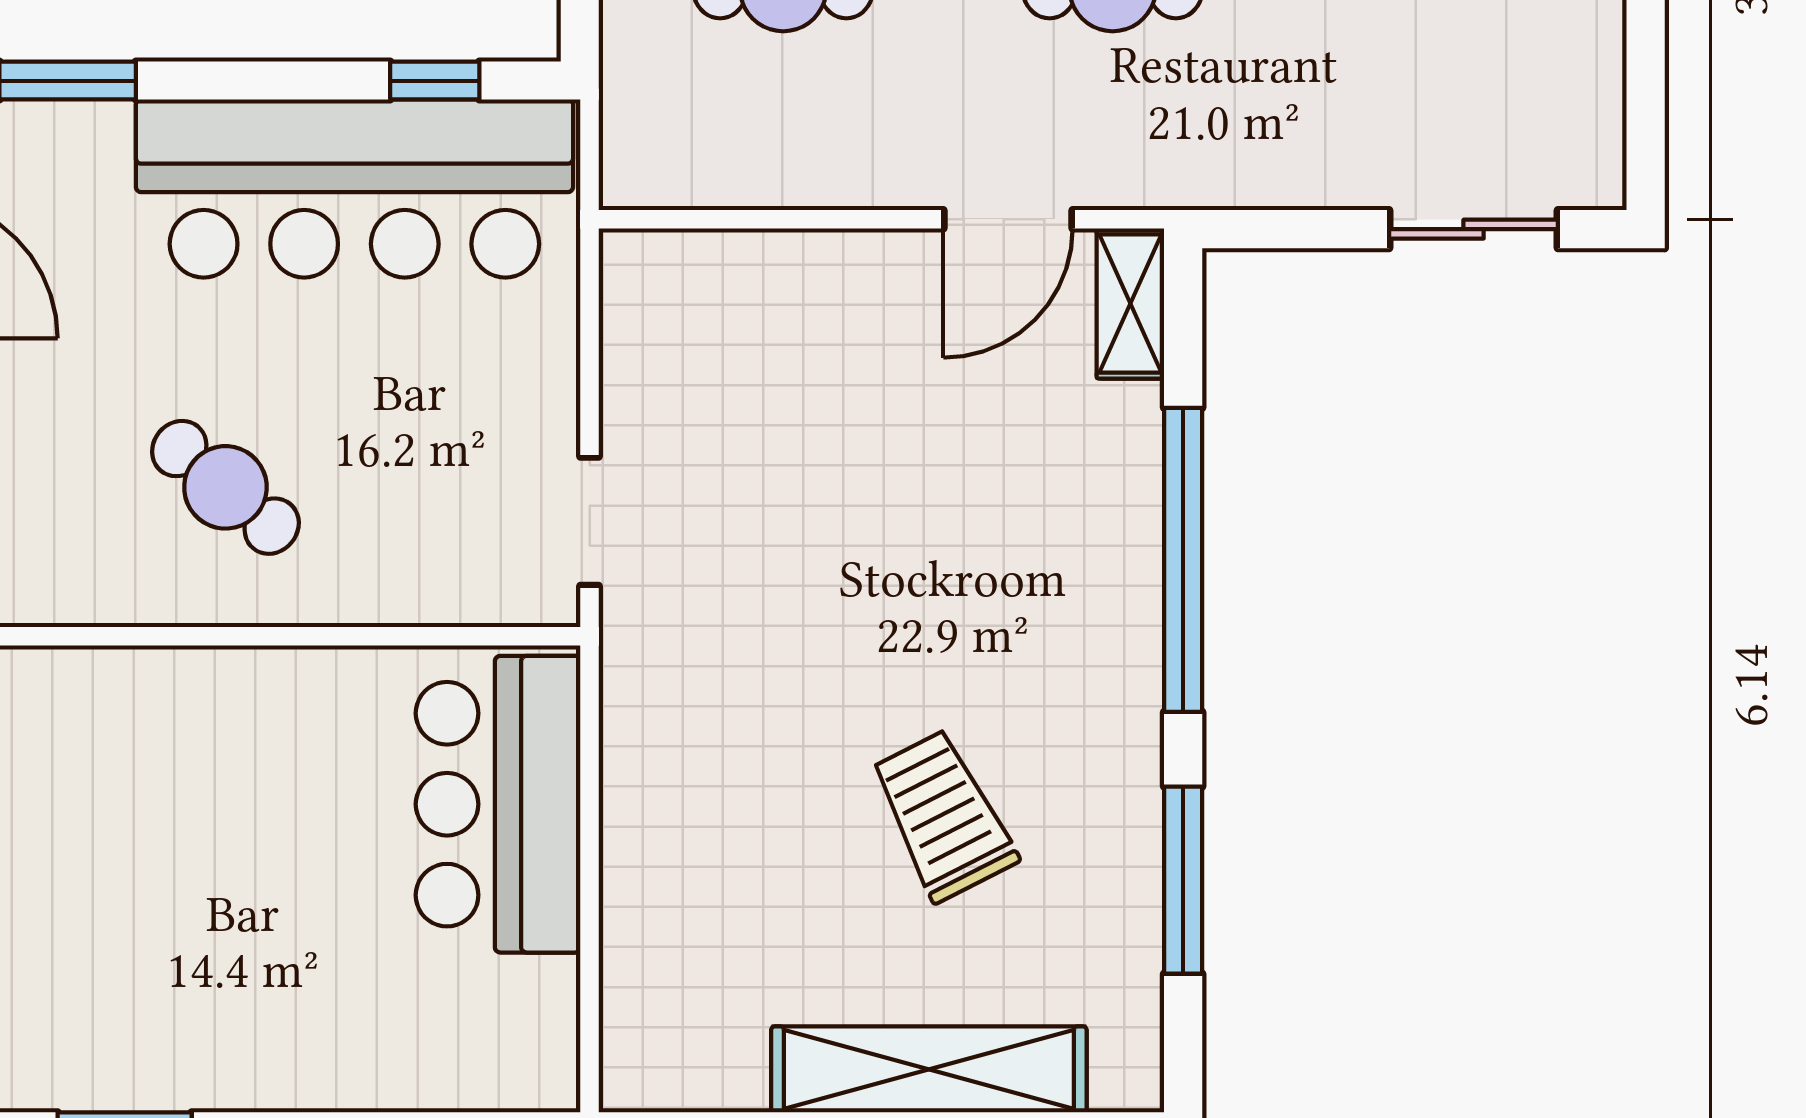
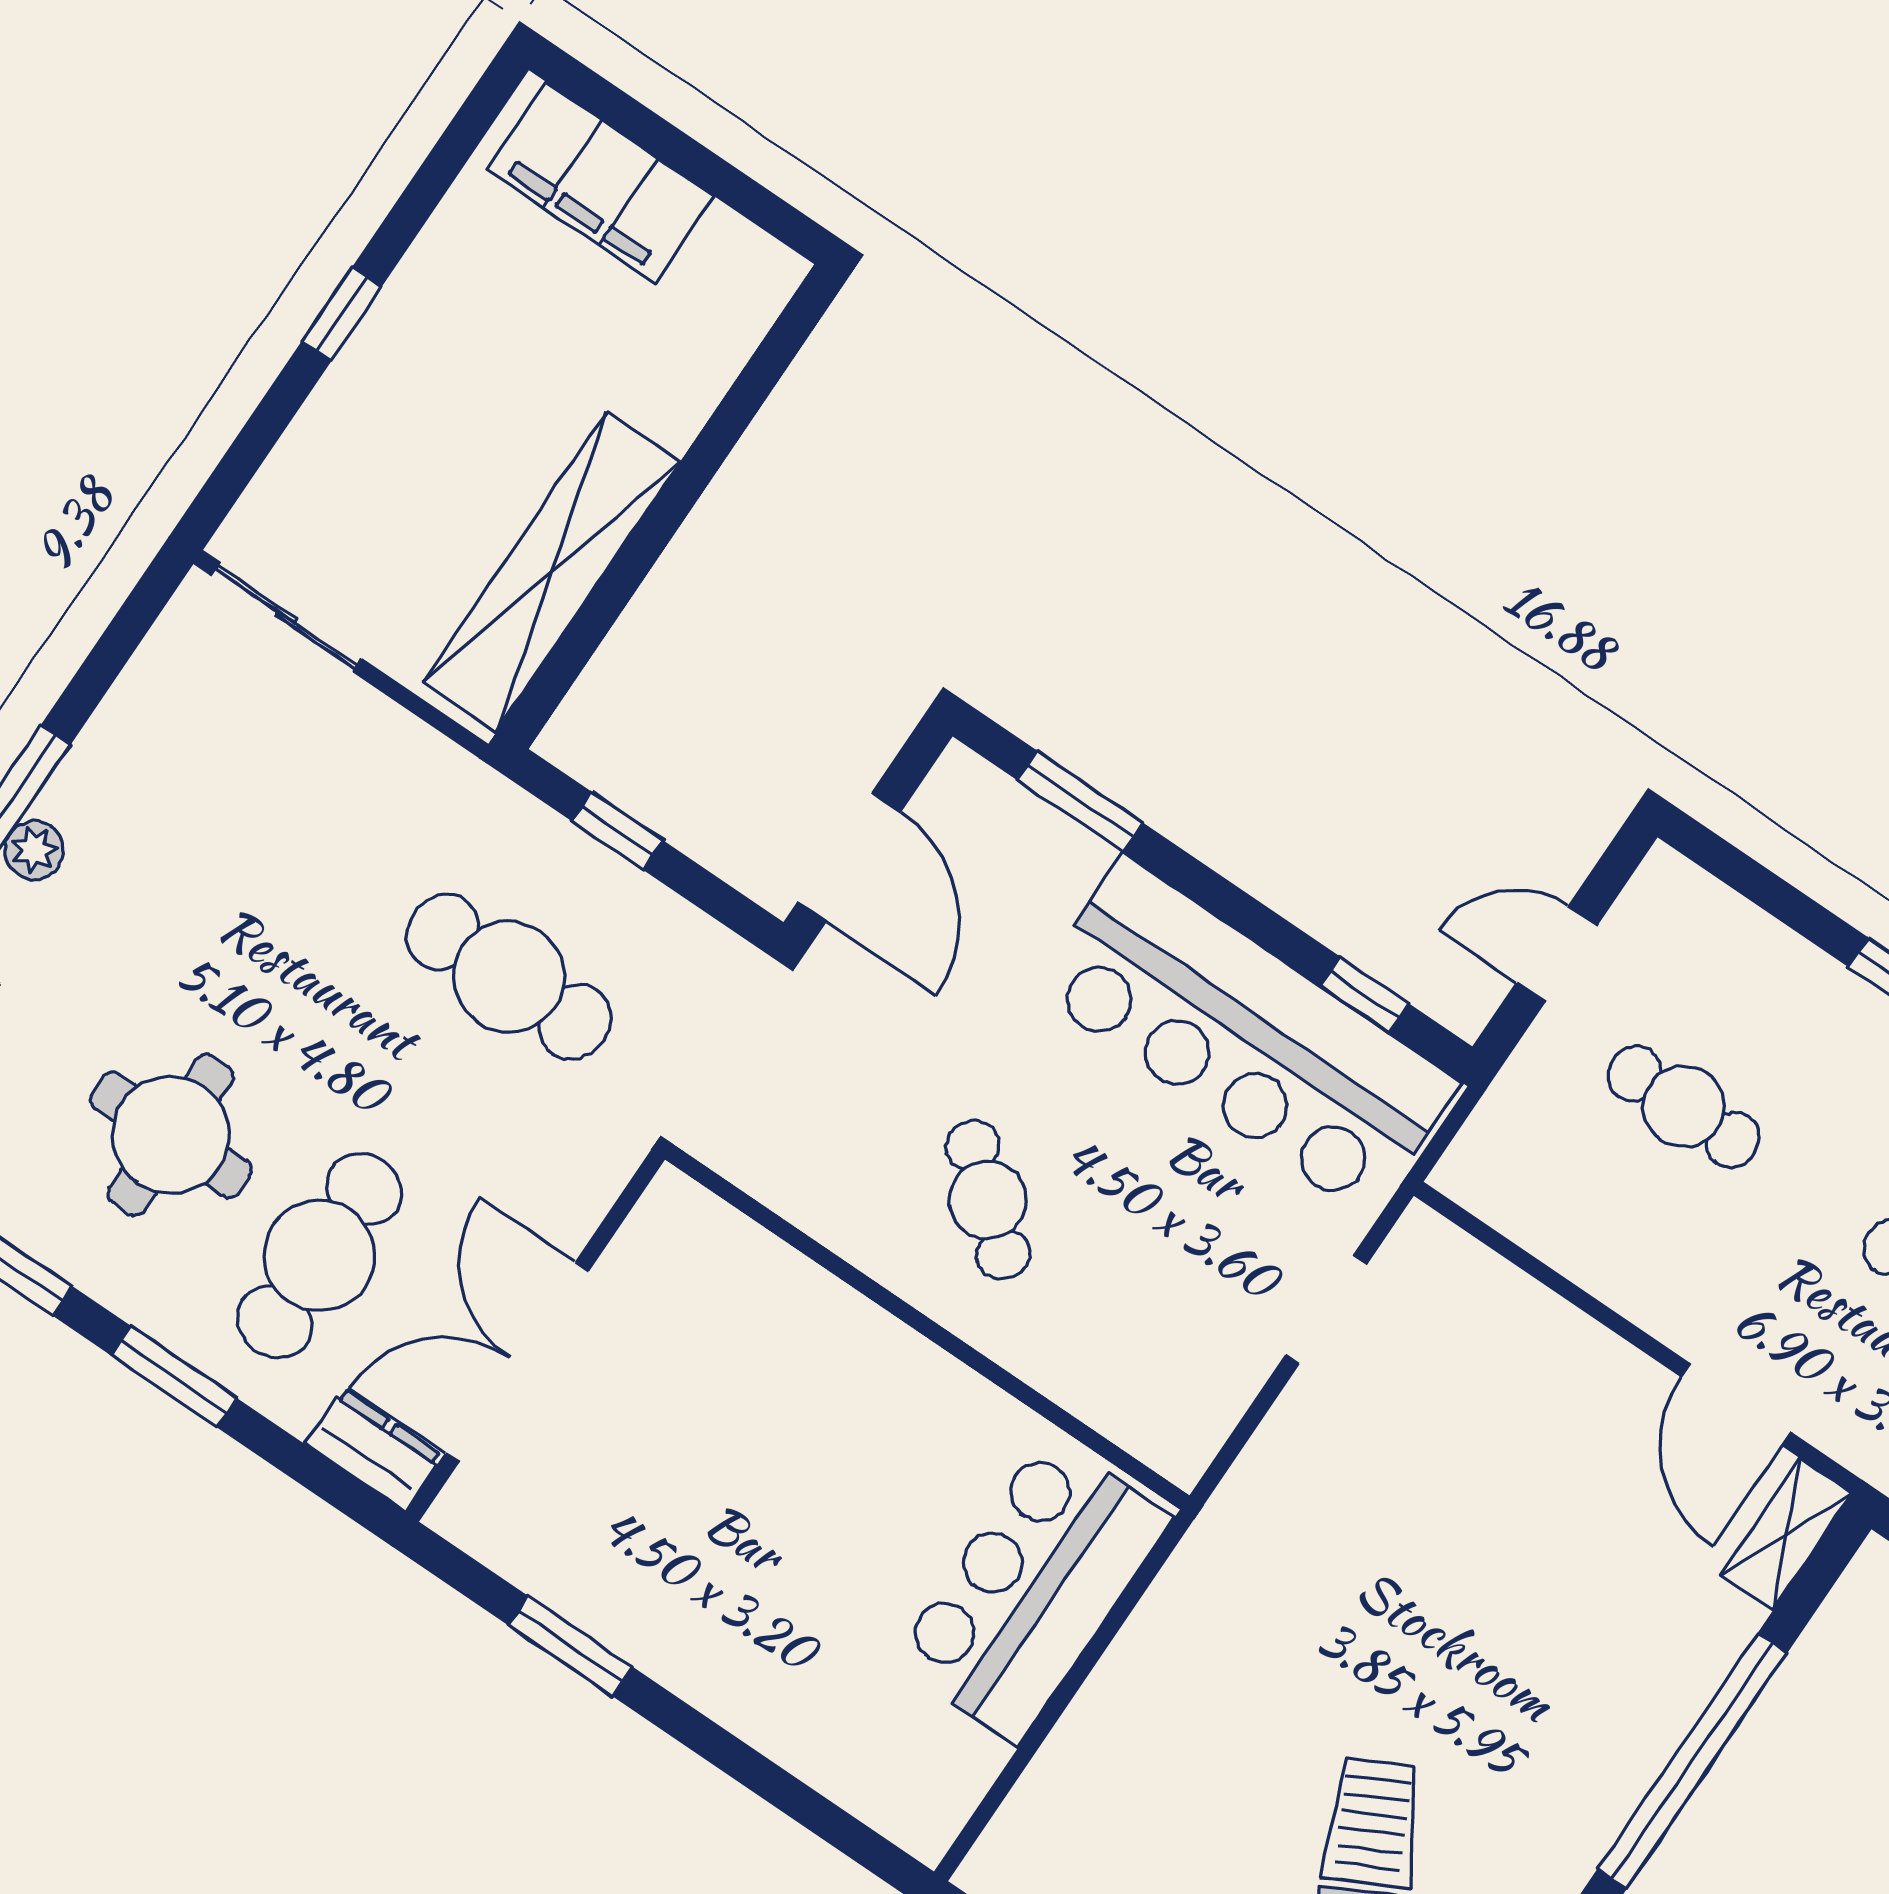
door: (1008, 219) -> (1736, 1404), hinge flipped
doorway: (590, 521) -> (1326, 1309), moved

